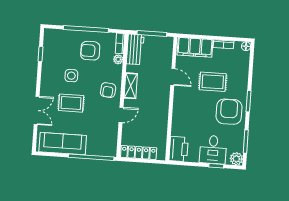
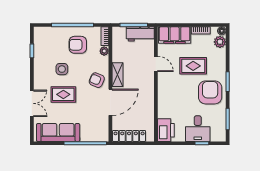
workbench: (135, 49) -> (140, 34), moved, turned 90
armchair: (108, 90) -> (97, 80), turned 107
door: (121, 115) -> (110, 102), width x1.88
plant: (236, 159) -> (220, 42), moved

